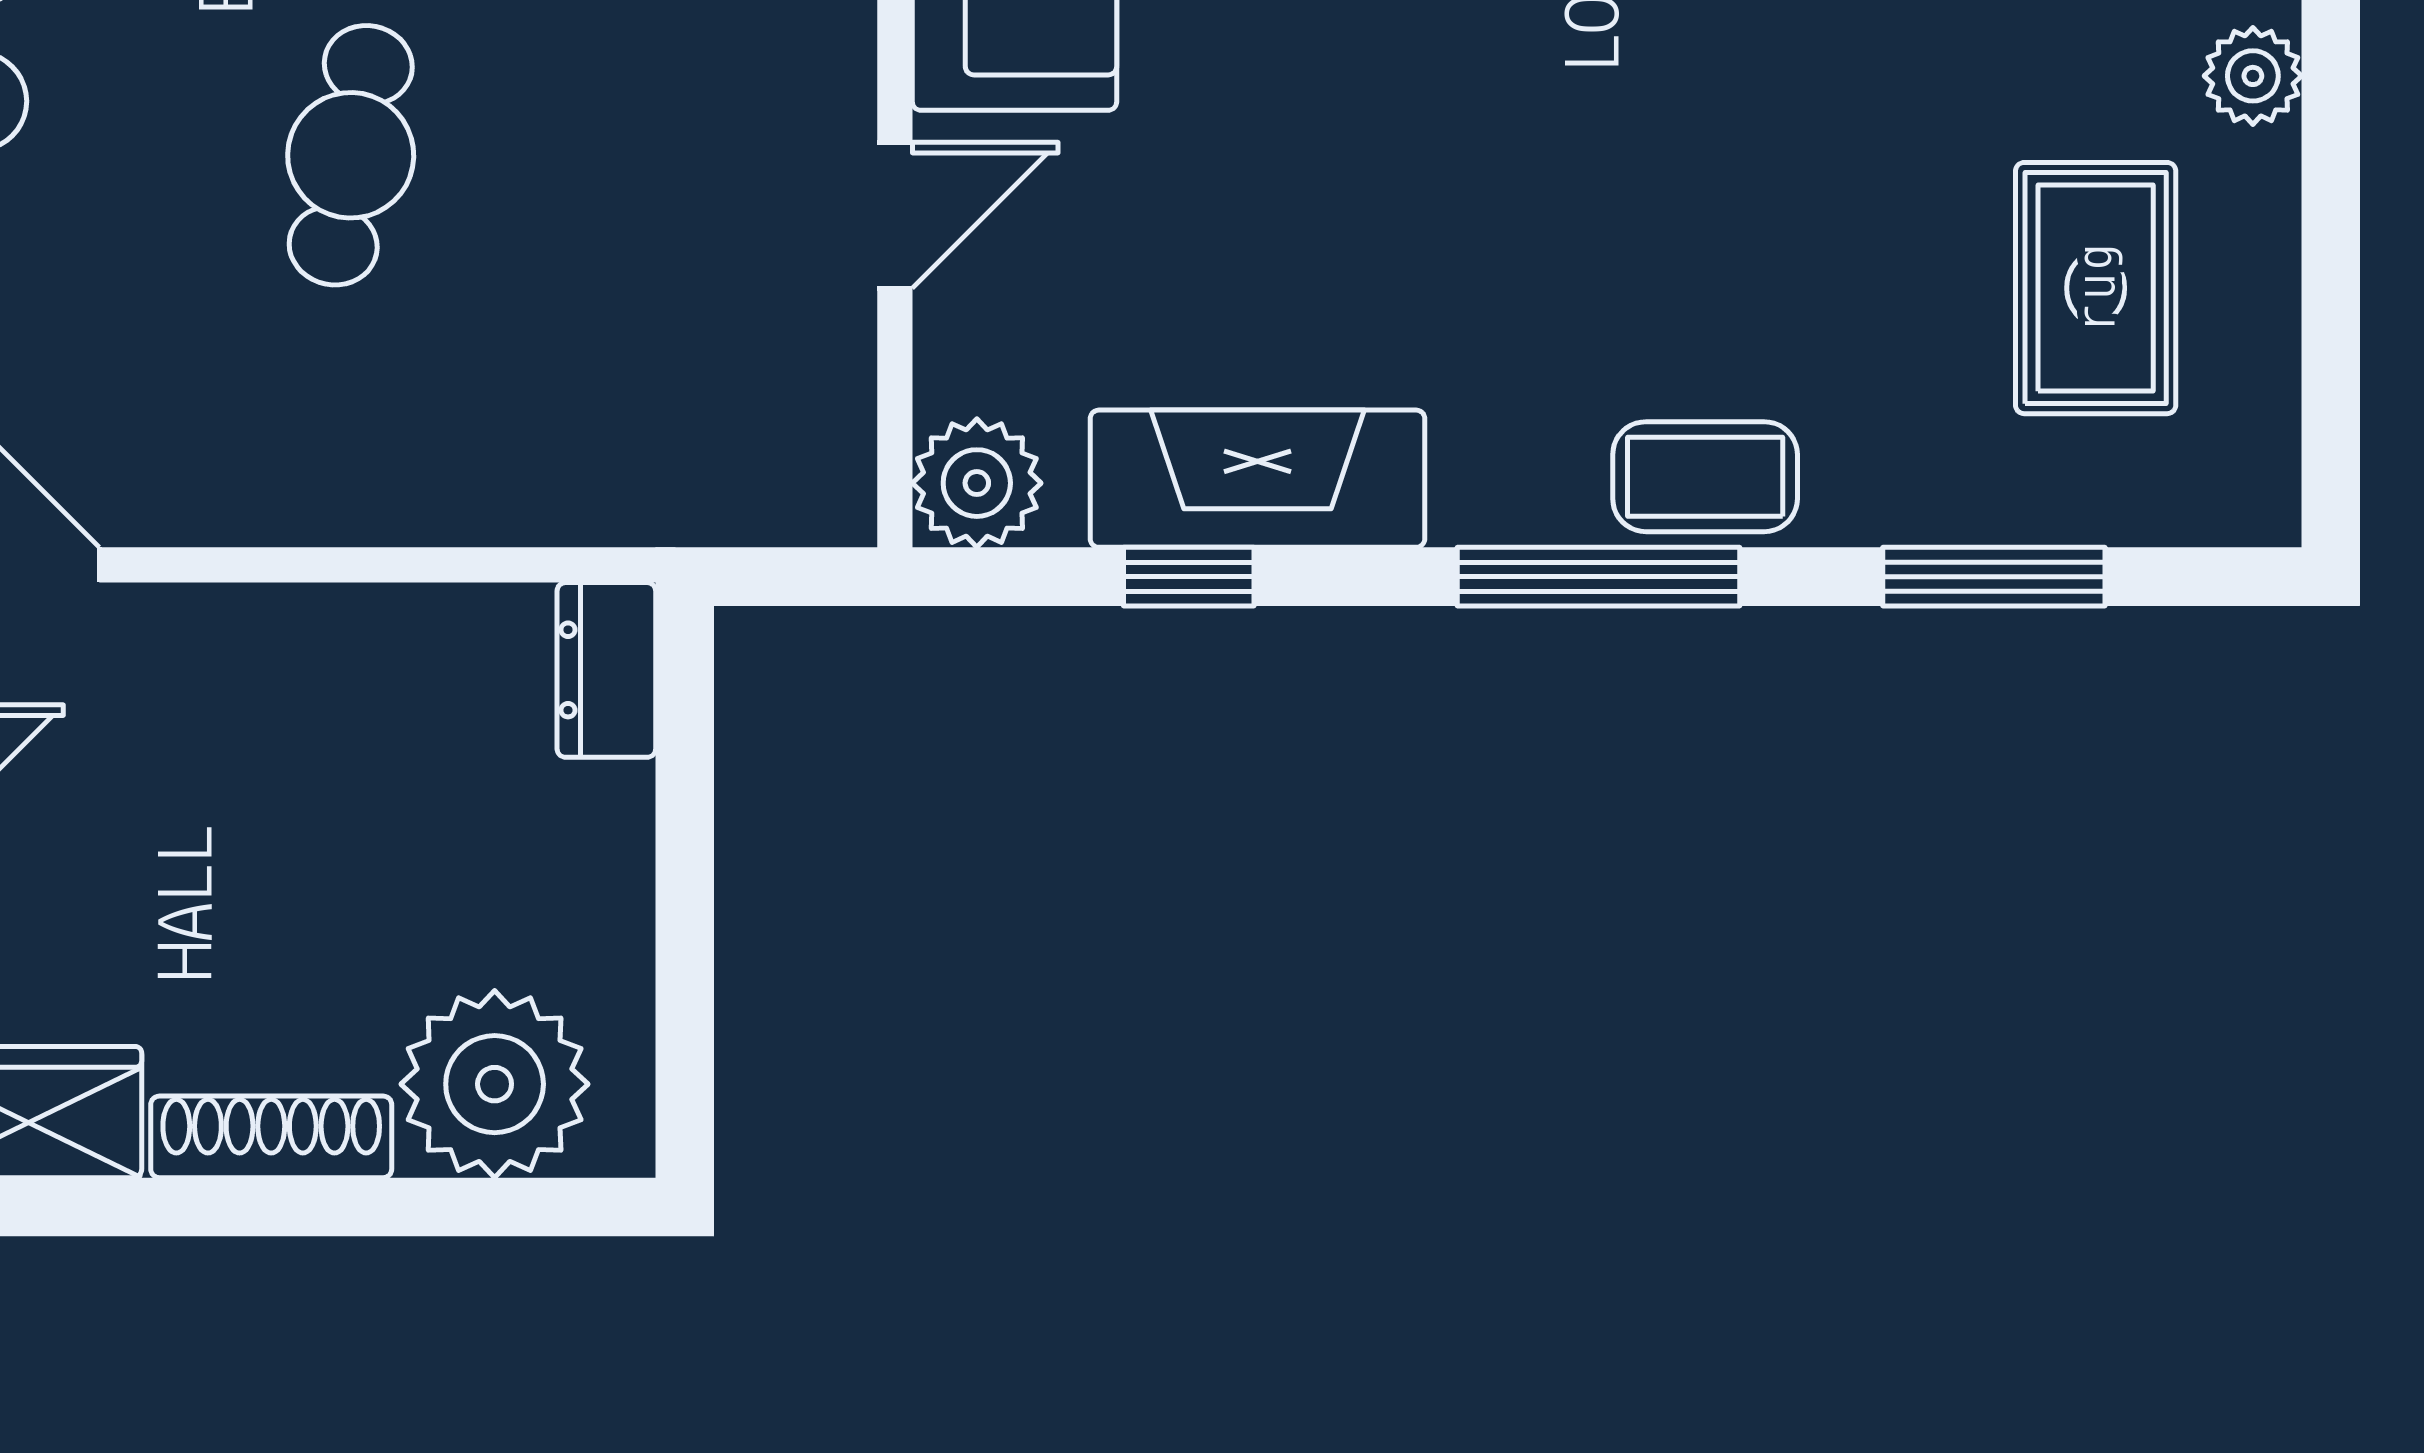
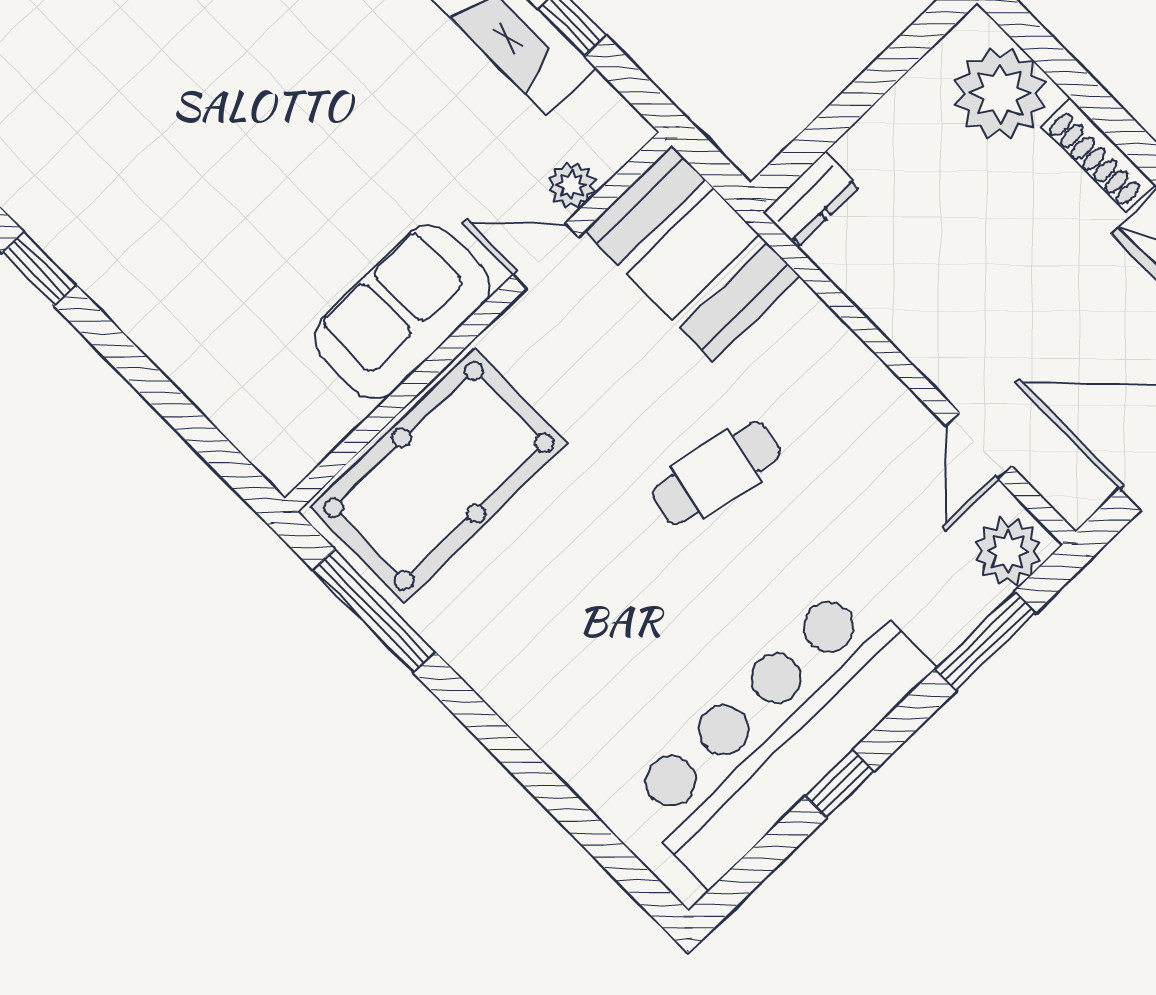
booth: (694, 426) -> (693, 254), added
plant: (977, 483) -> (572, 185), moved, width x0.73, depth x0.73

